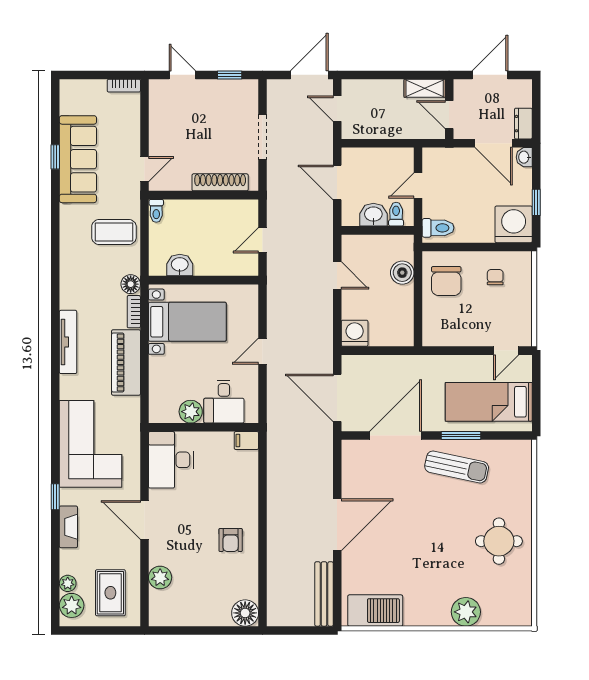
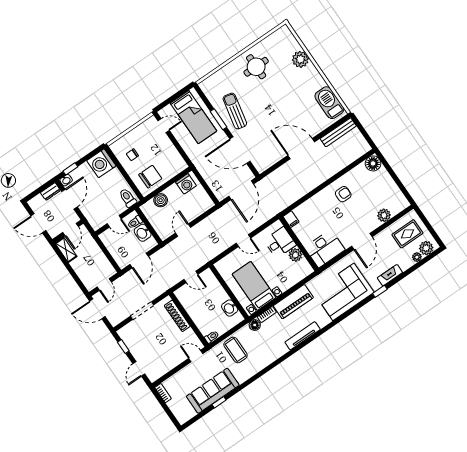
window: (536, 202) -> (70, 169), moved
washing machine: (355, 333) -> (186, 184), moved, turned -90

